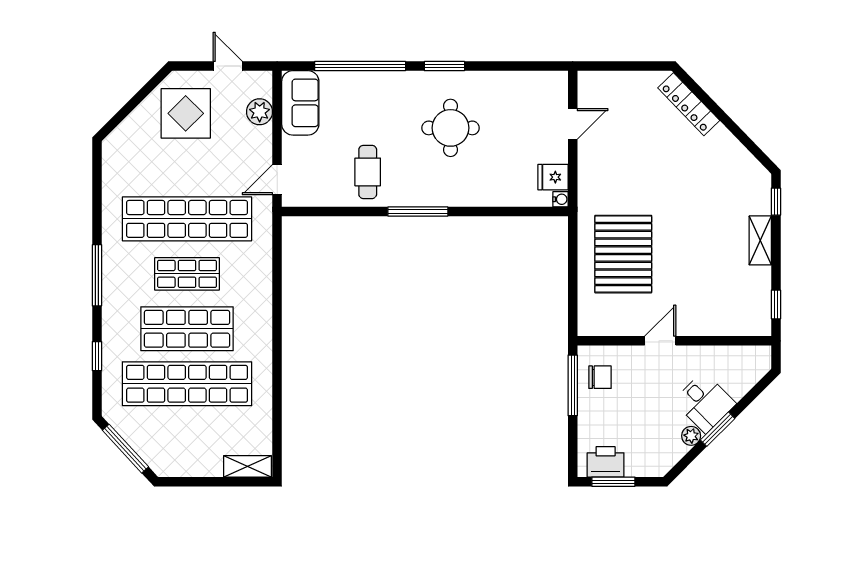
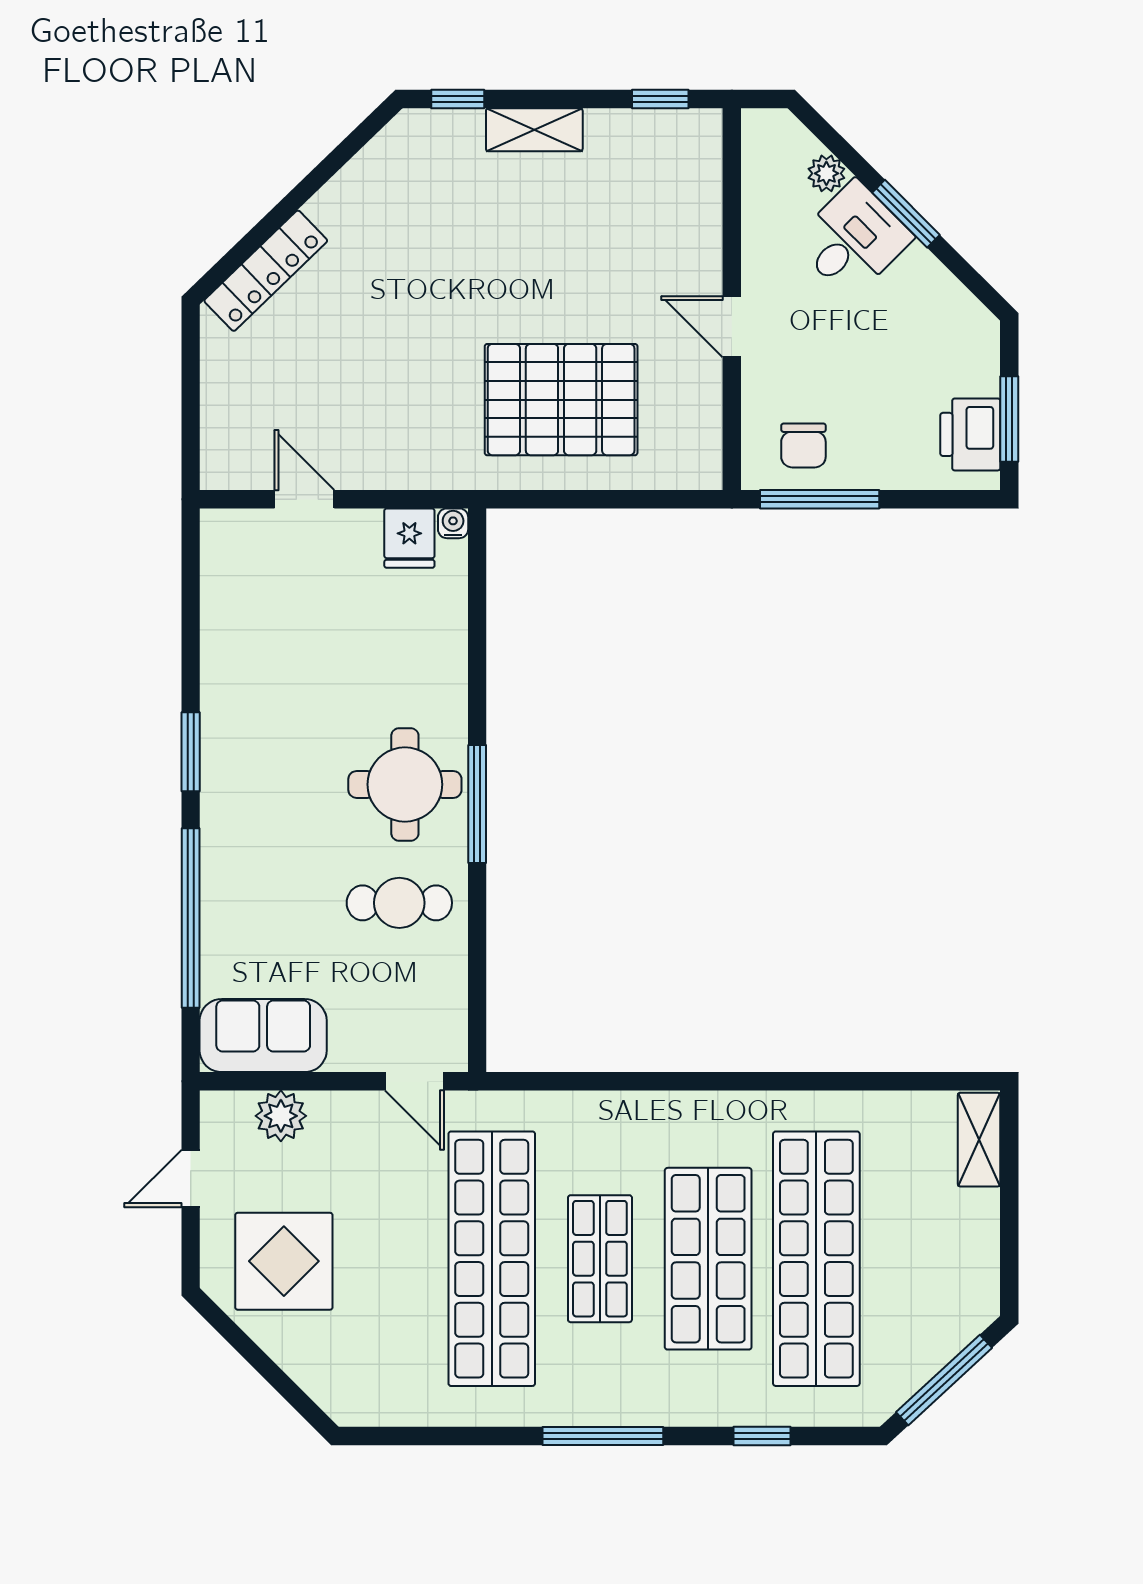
round table: (451, 128) -> (405, 784), moved
chair: (600, 377) -> (803, 445), turned 180
plant: (691, 436) -> (826, 173), moved

